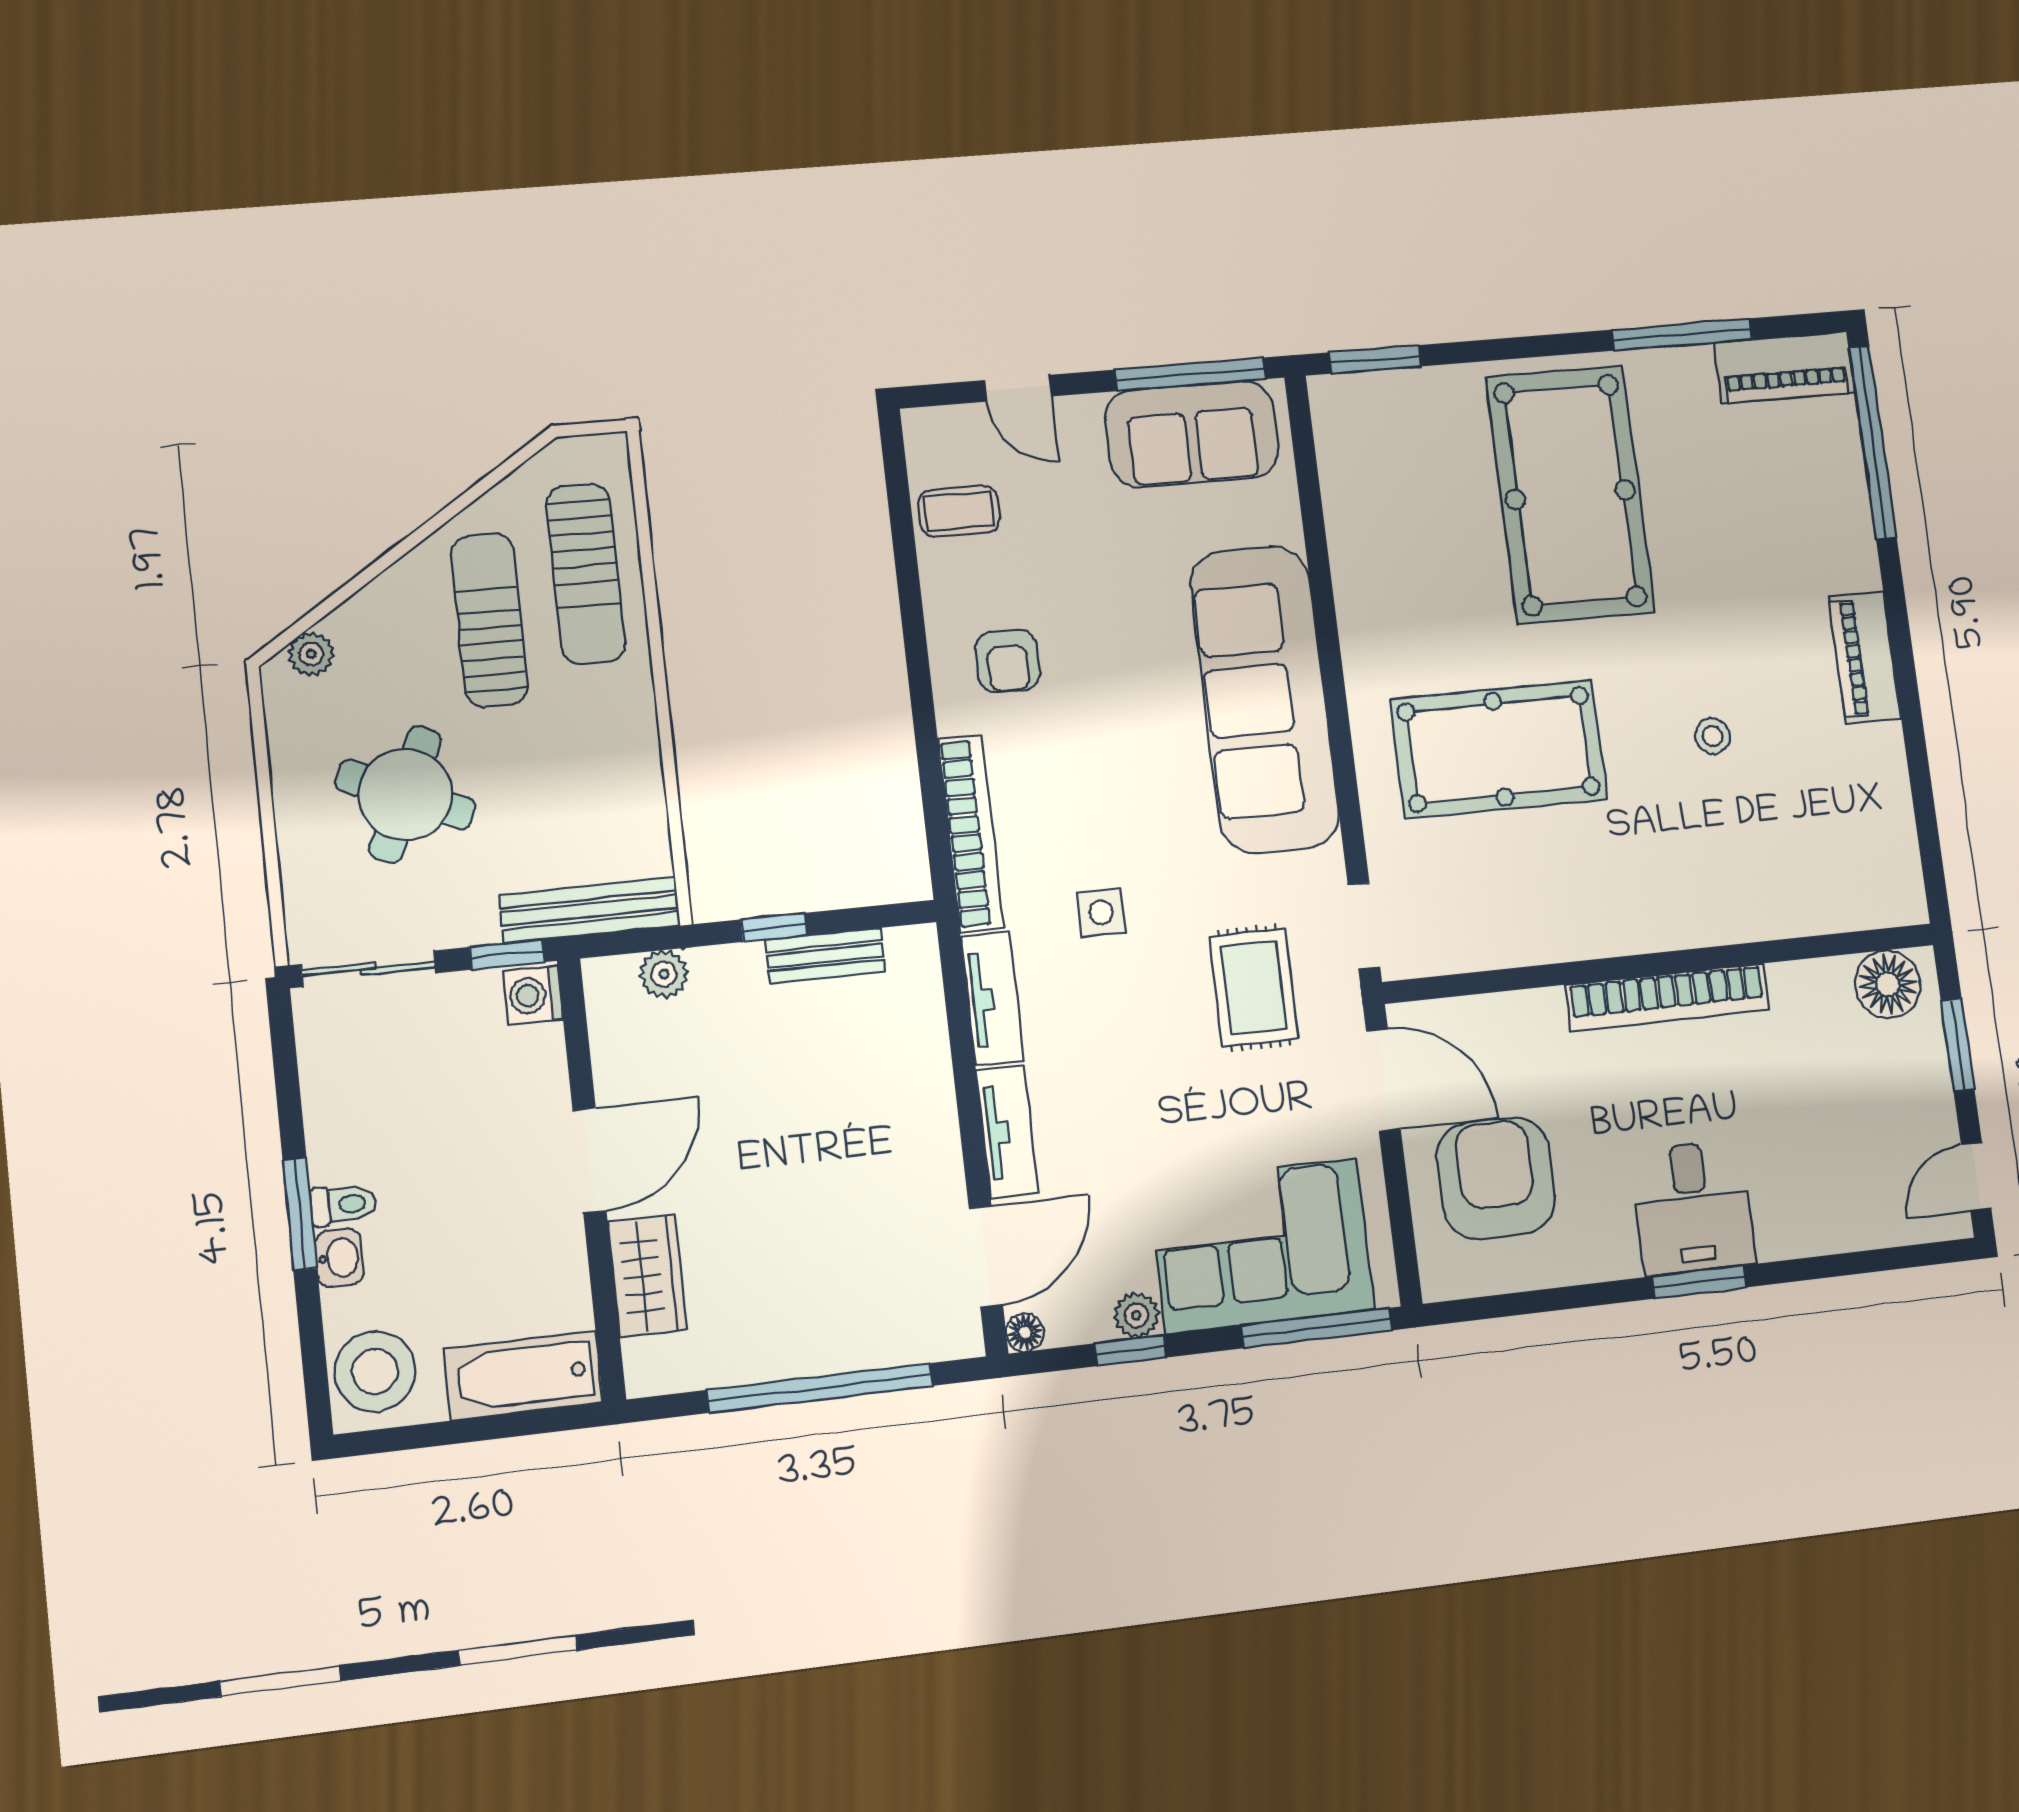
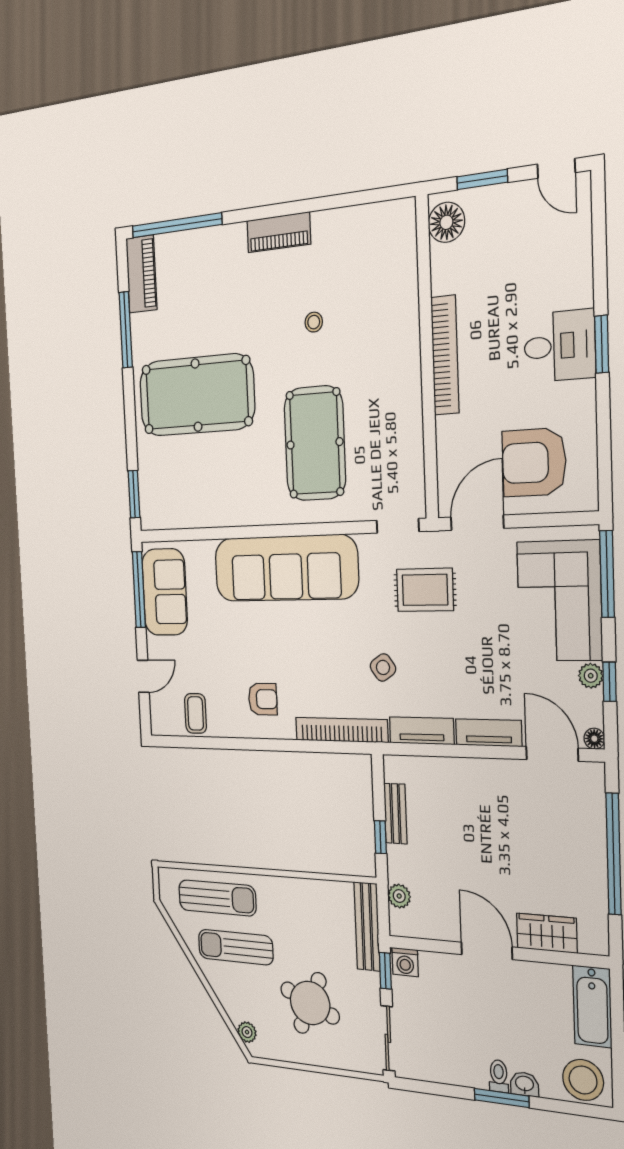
side table: (1101, 913) -> (383, 667), turned -35

